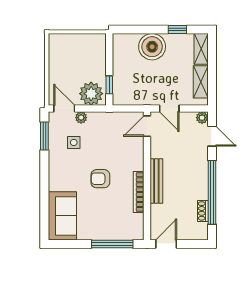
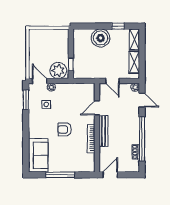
door: (147, 126) -> (97, 108), moved
window: (112, 244) -> (60, 175), moved

